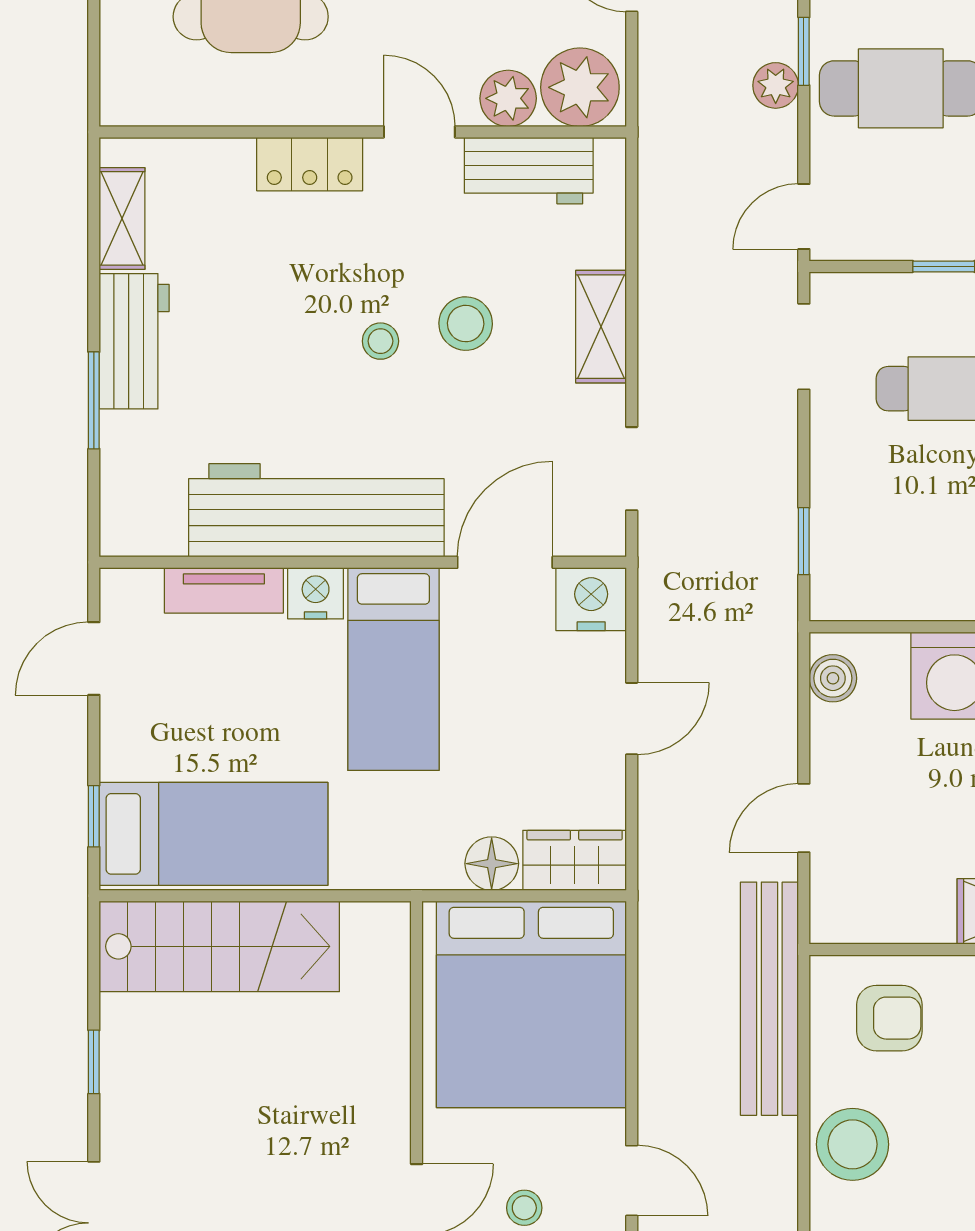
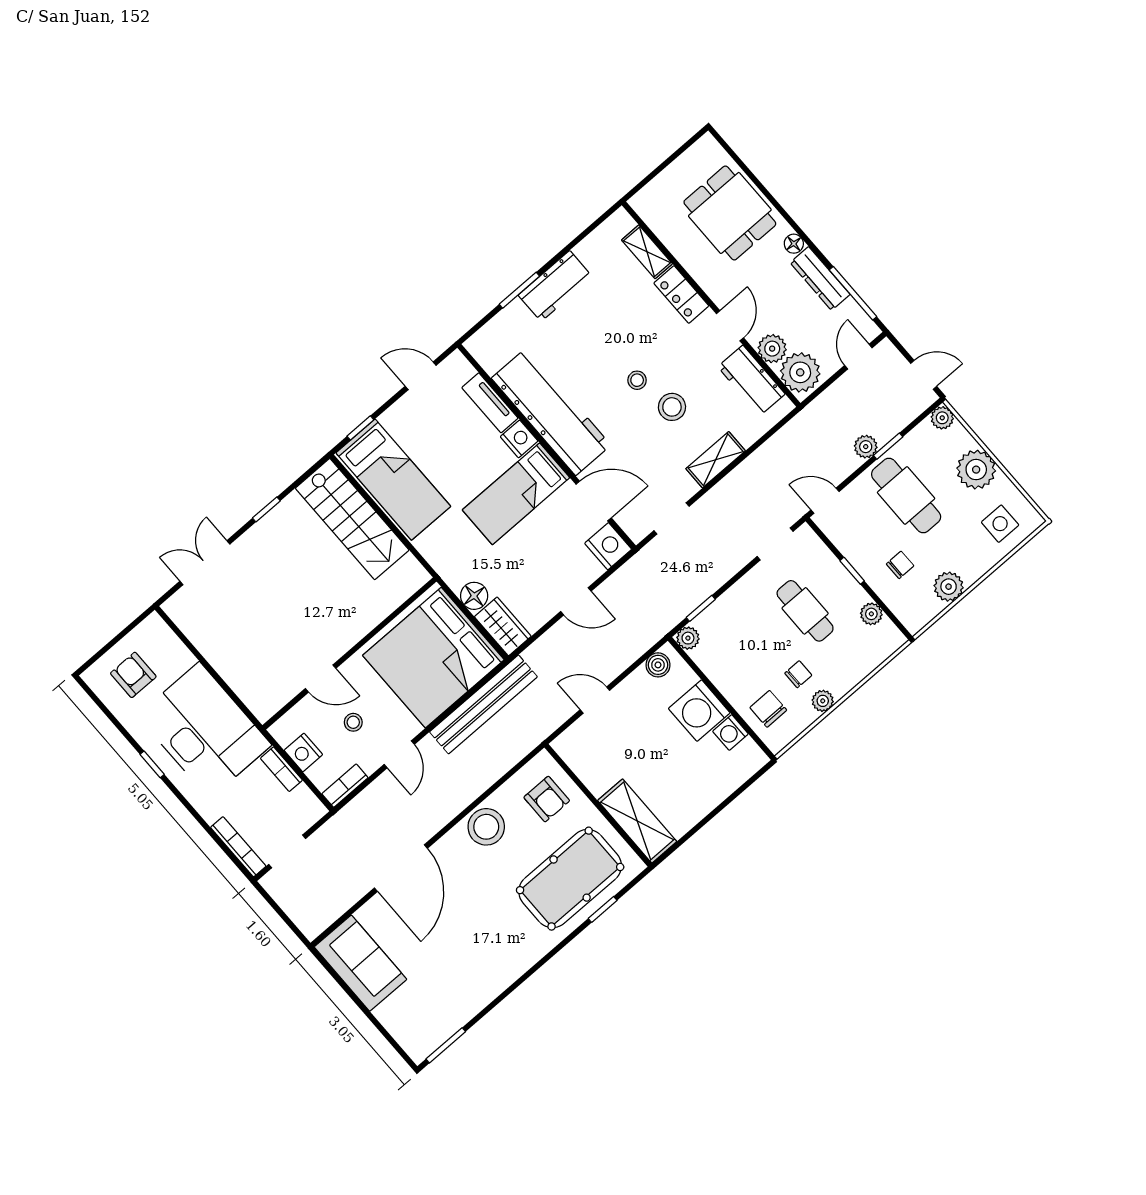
shelving: (122, 218) -> (647, 252), moved, turned 90
plant: (832, 599) -> (688, 638), added
bench: (769, 999) -> (483, 704), moved

